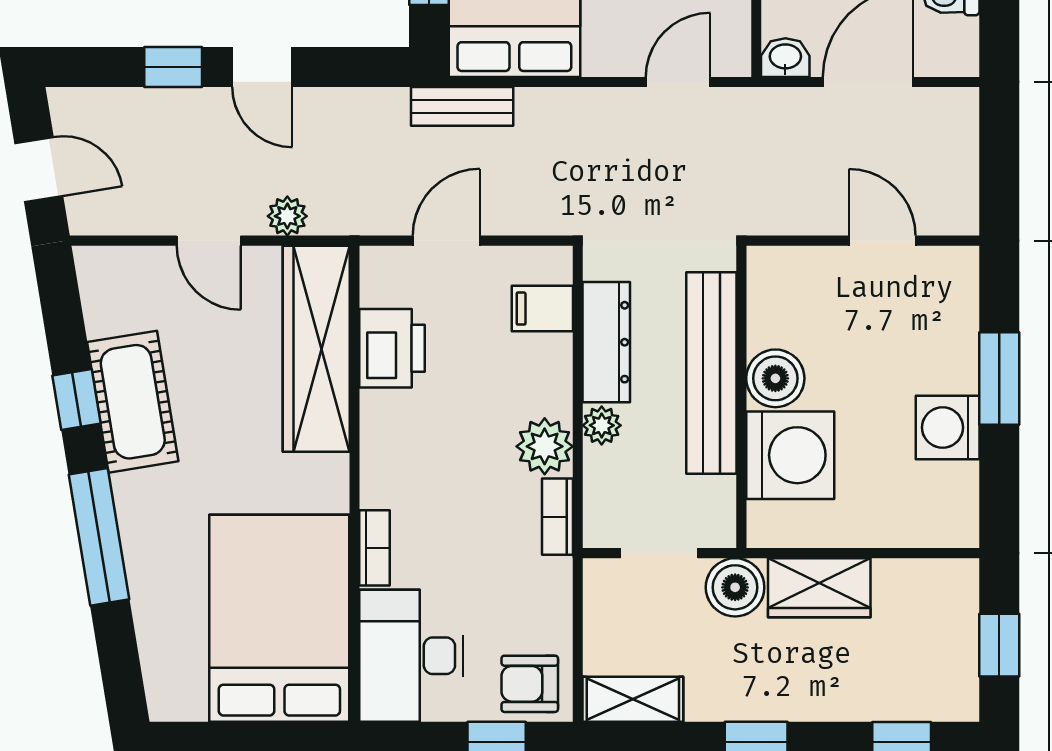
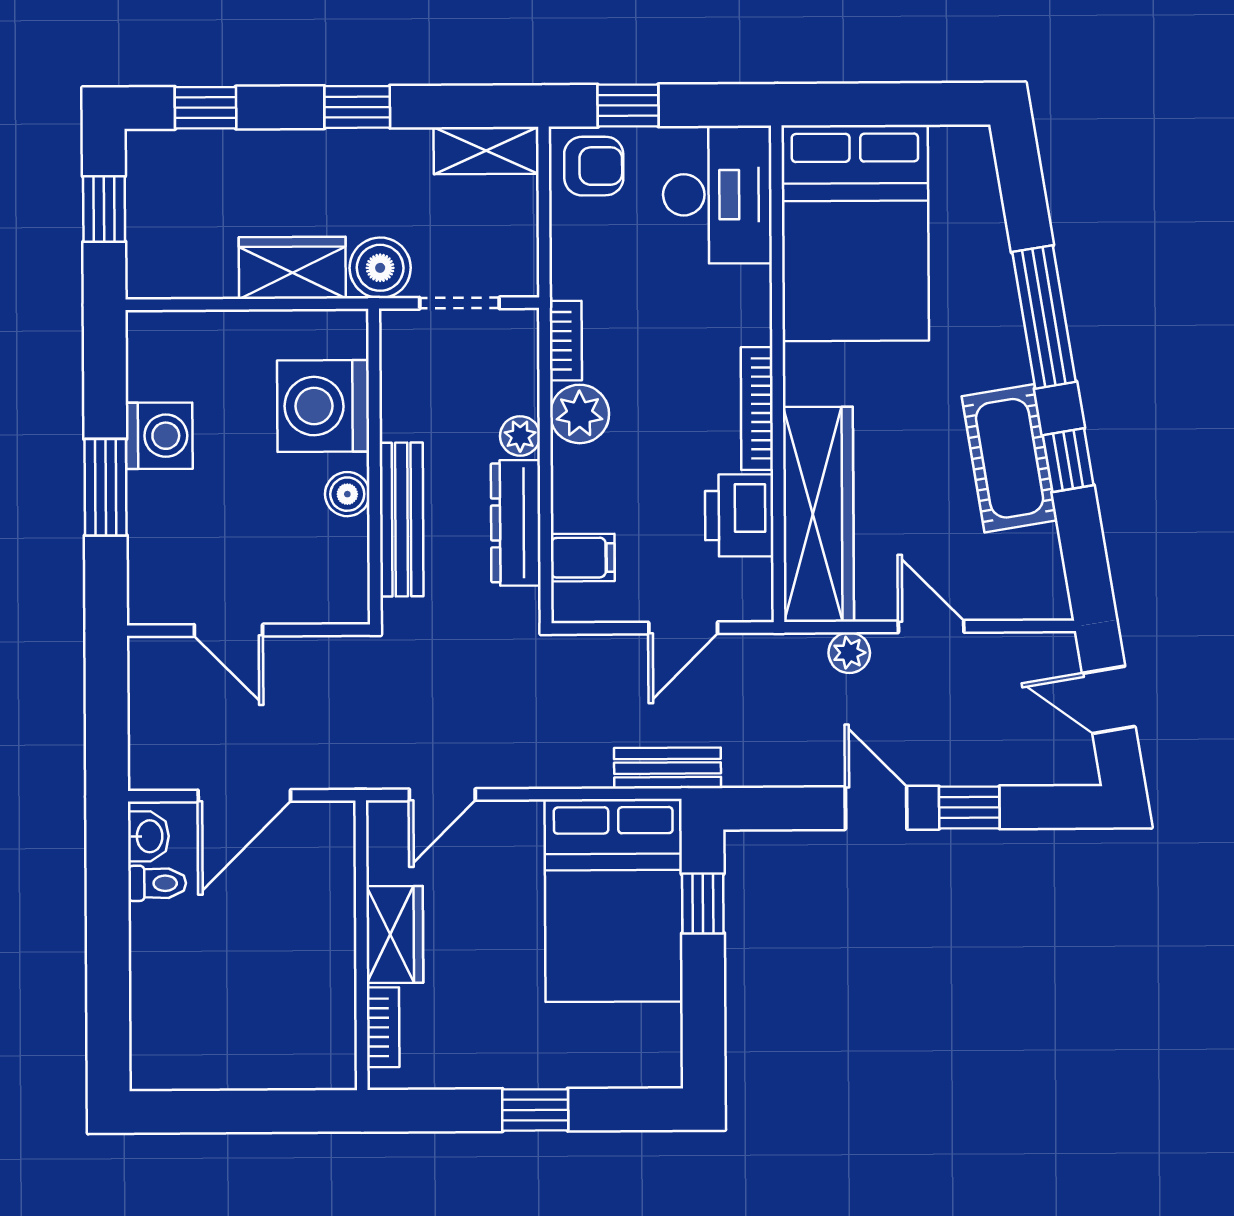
washbasin: (785, 58) -> (148, 836), moved, turned -90
bench: (711, 373) -> (402, 519), width x0.73, depth x0.82
boiler: (775, 378) -> (347, 494), width x0.73, depth x0.73
bookcase: (375, 548) -> (757, 409), moved, width x1.56

